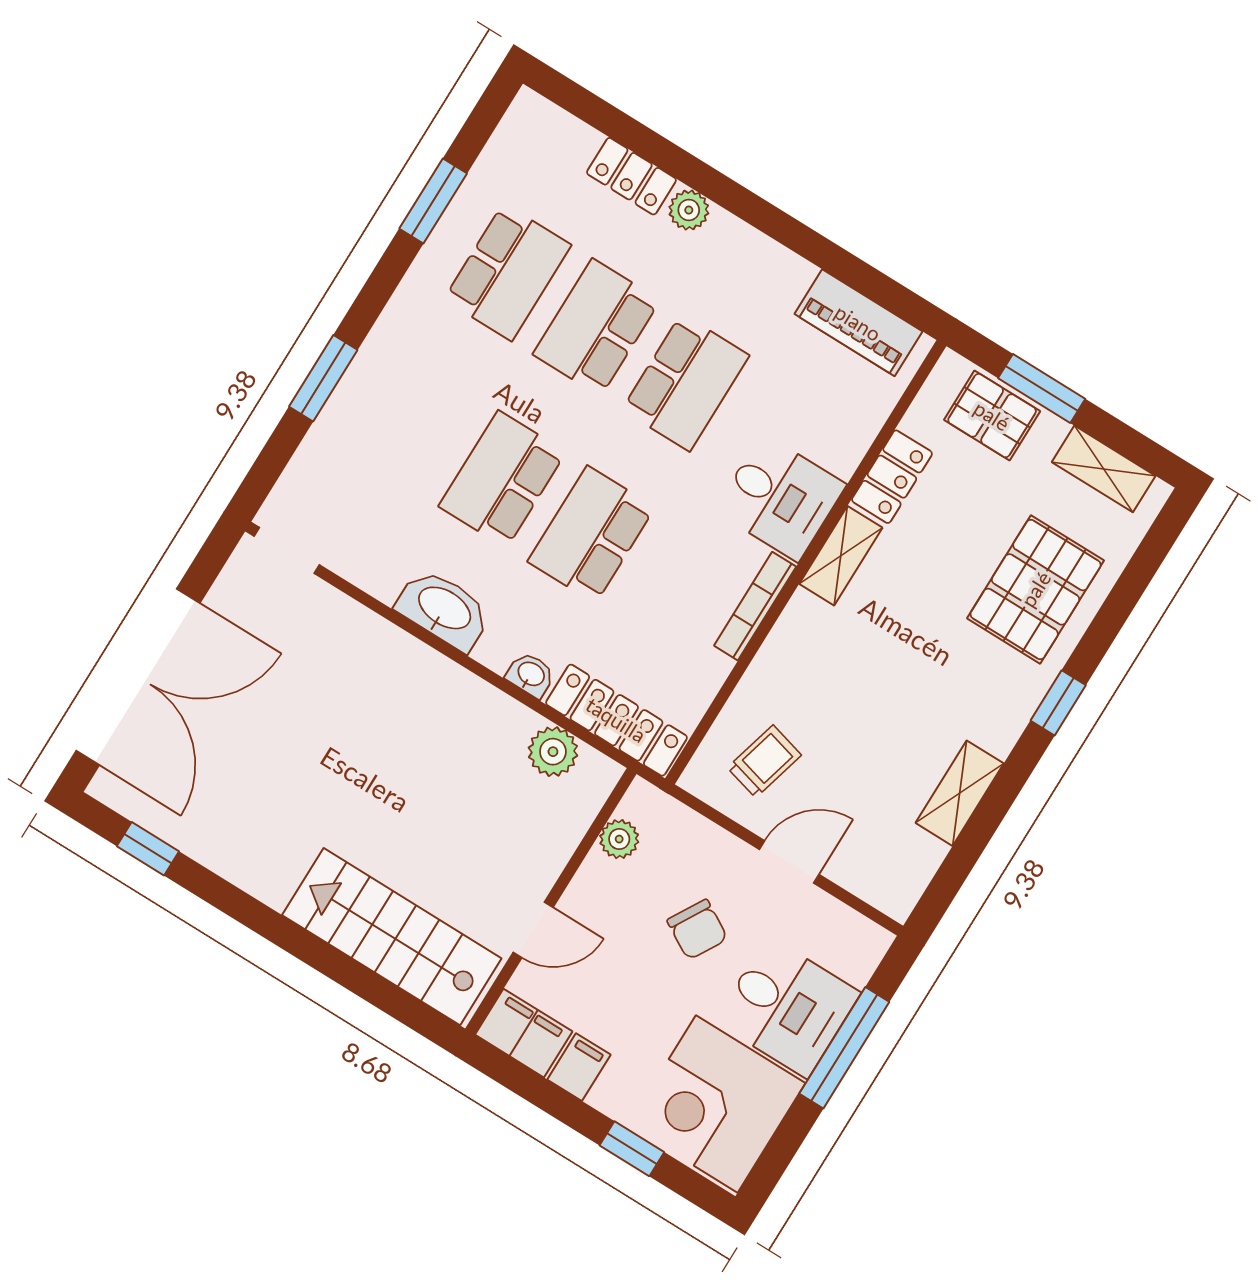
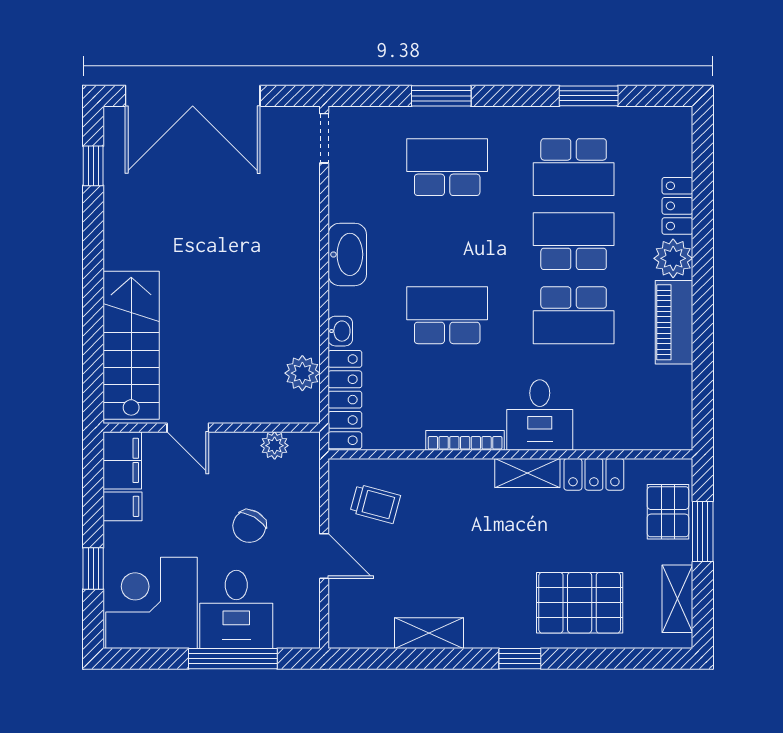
plant: (689, 210) -> (673, 258), width x1.38, depth x1.38
piano: (858, 323) -> (674, 322), moved
school desk: (502, 479) -> (447, 167), moved

